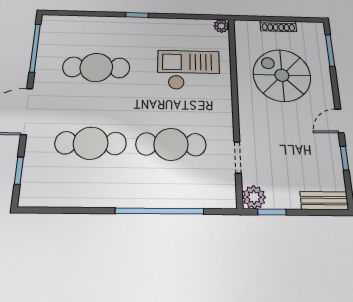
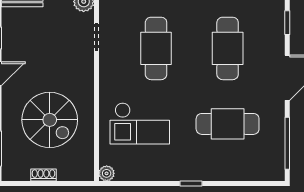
shoe rack: (278, 26) -> (43, 175), width x0.70
cafe table: (91, 143) -> (228, 48), turned 90
cafe table: (171, 144) -> (156, 48), turned 90

